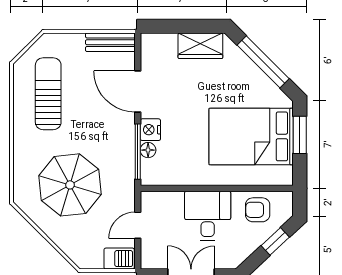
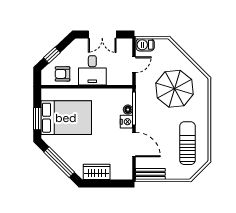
sun lounger: (48, 94) -> (187, 143), turned 180
armchair: (258, 210) -> (63, 74), turned 180

